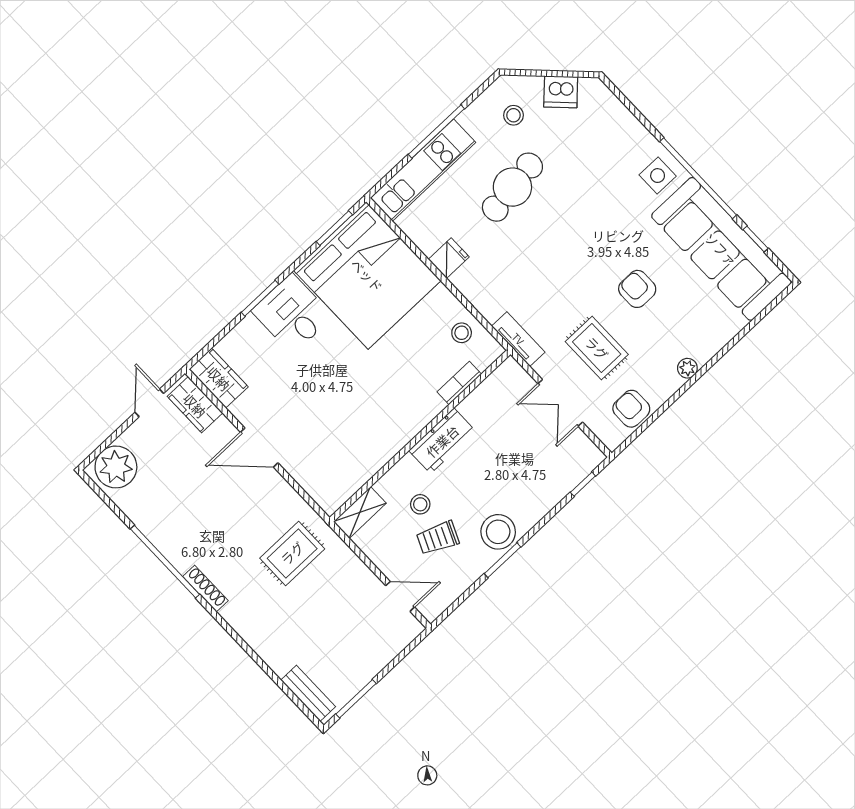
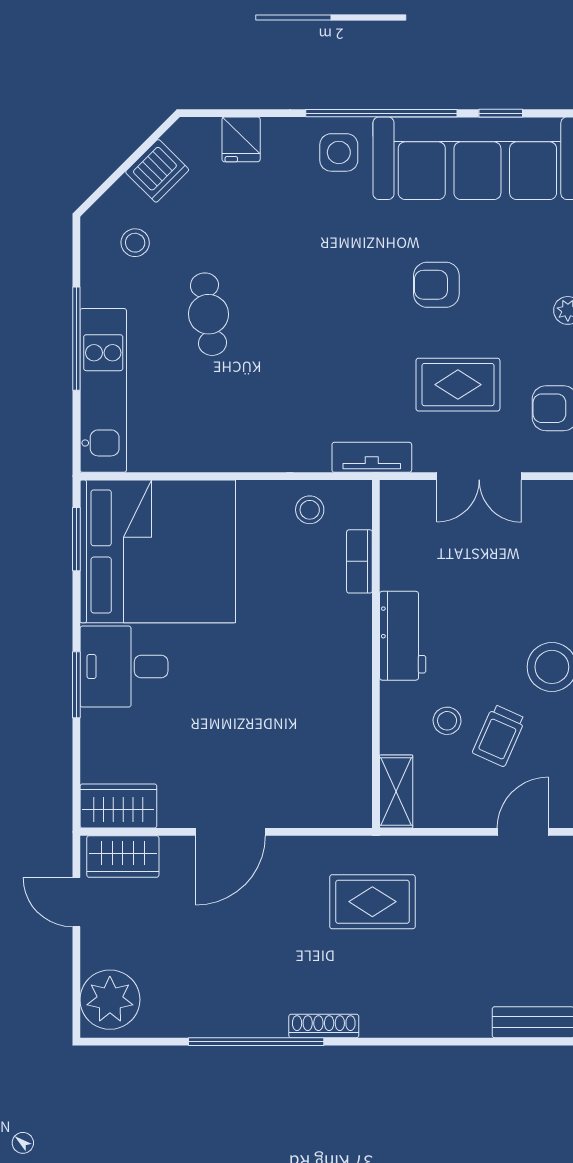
cafe table: (512, 187) -> (208, 314), width x0.73, depth x0.74
fridge: (449, 258) -> (241, 139), moved, turned 180
rug: (292, 553) -> (372, 902), turned 90

